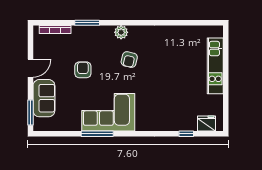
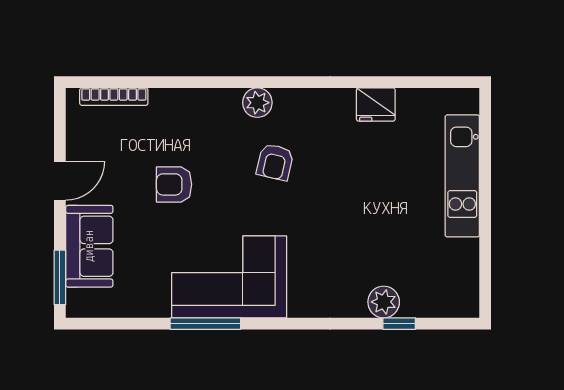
window: (87, 23) -> (183, 82), removed
armchair: (83, 70) -> (174, 184), turned -90
fridge: (206, 123) -> (376, 105), moved, turned 180
plant: (179, 124) -> (384, 302), added

